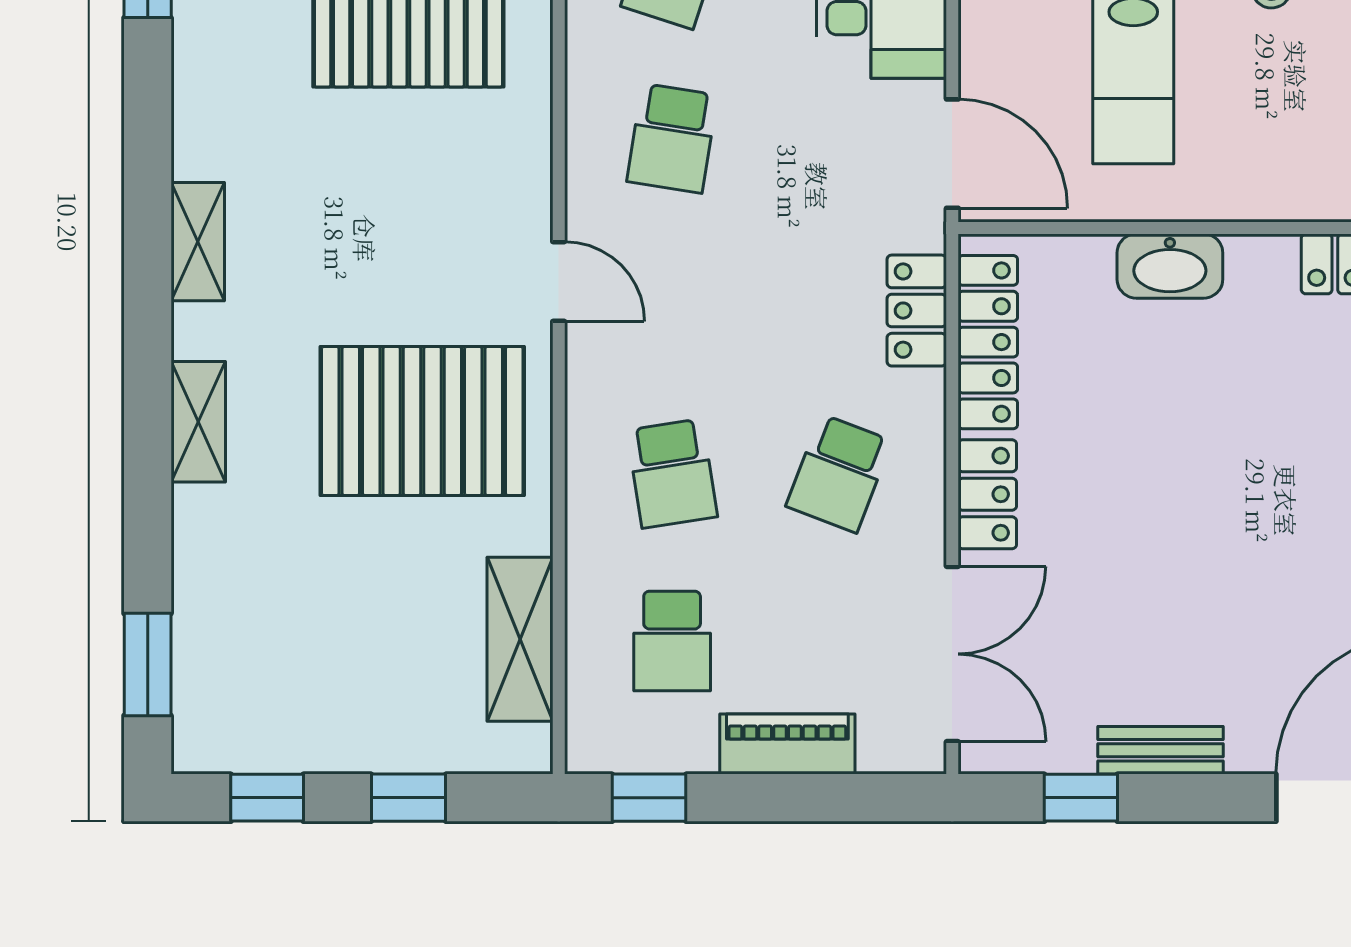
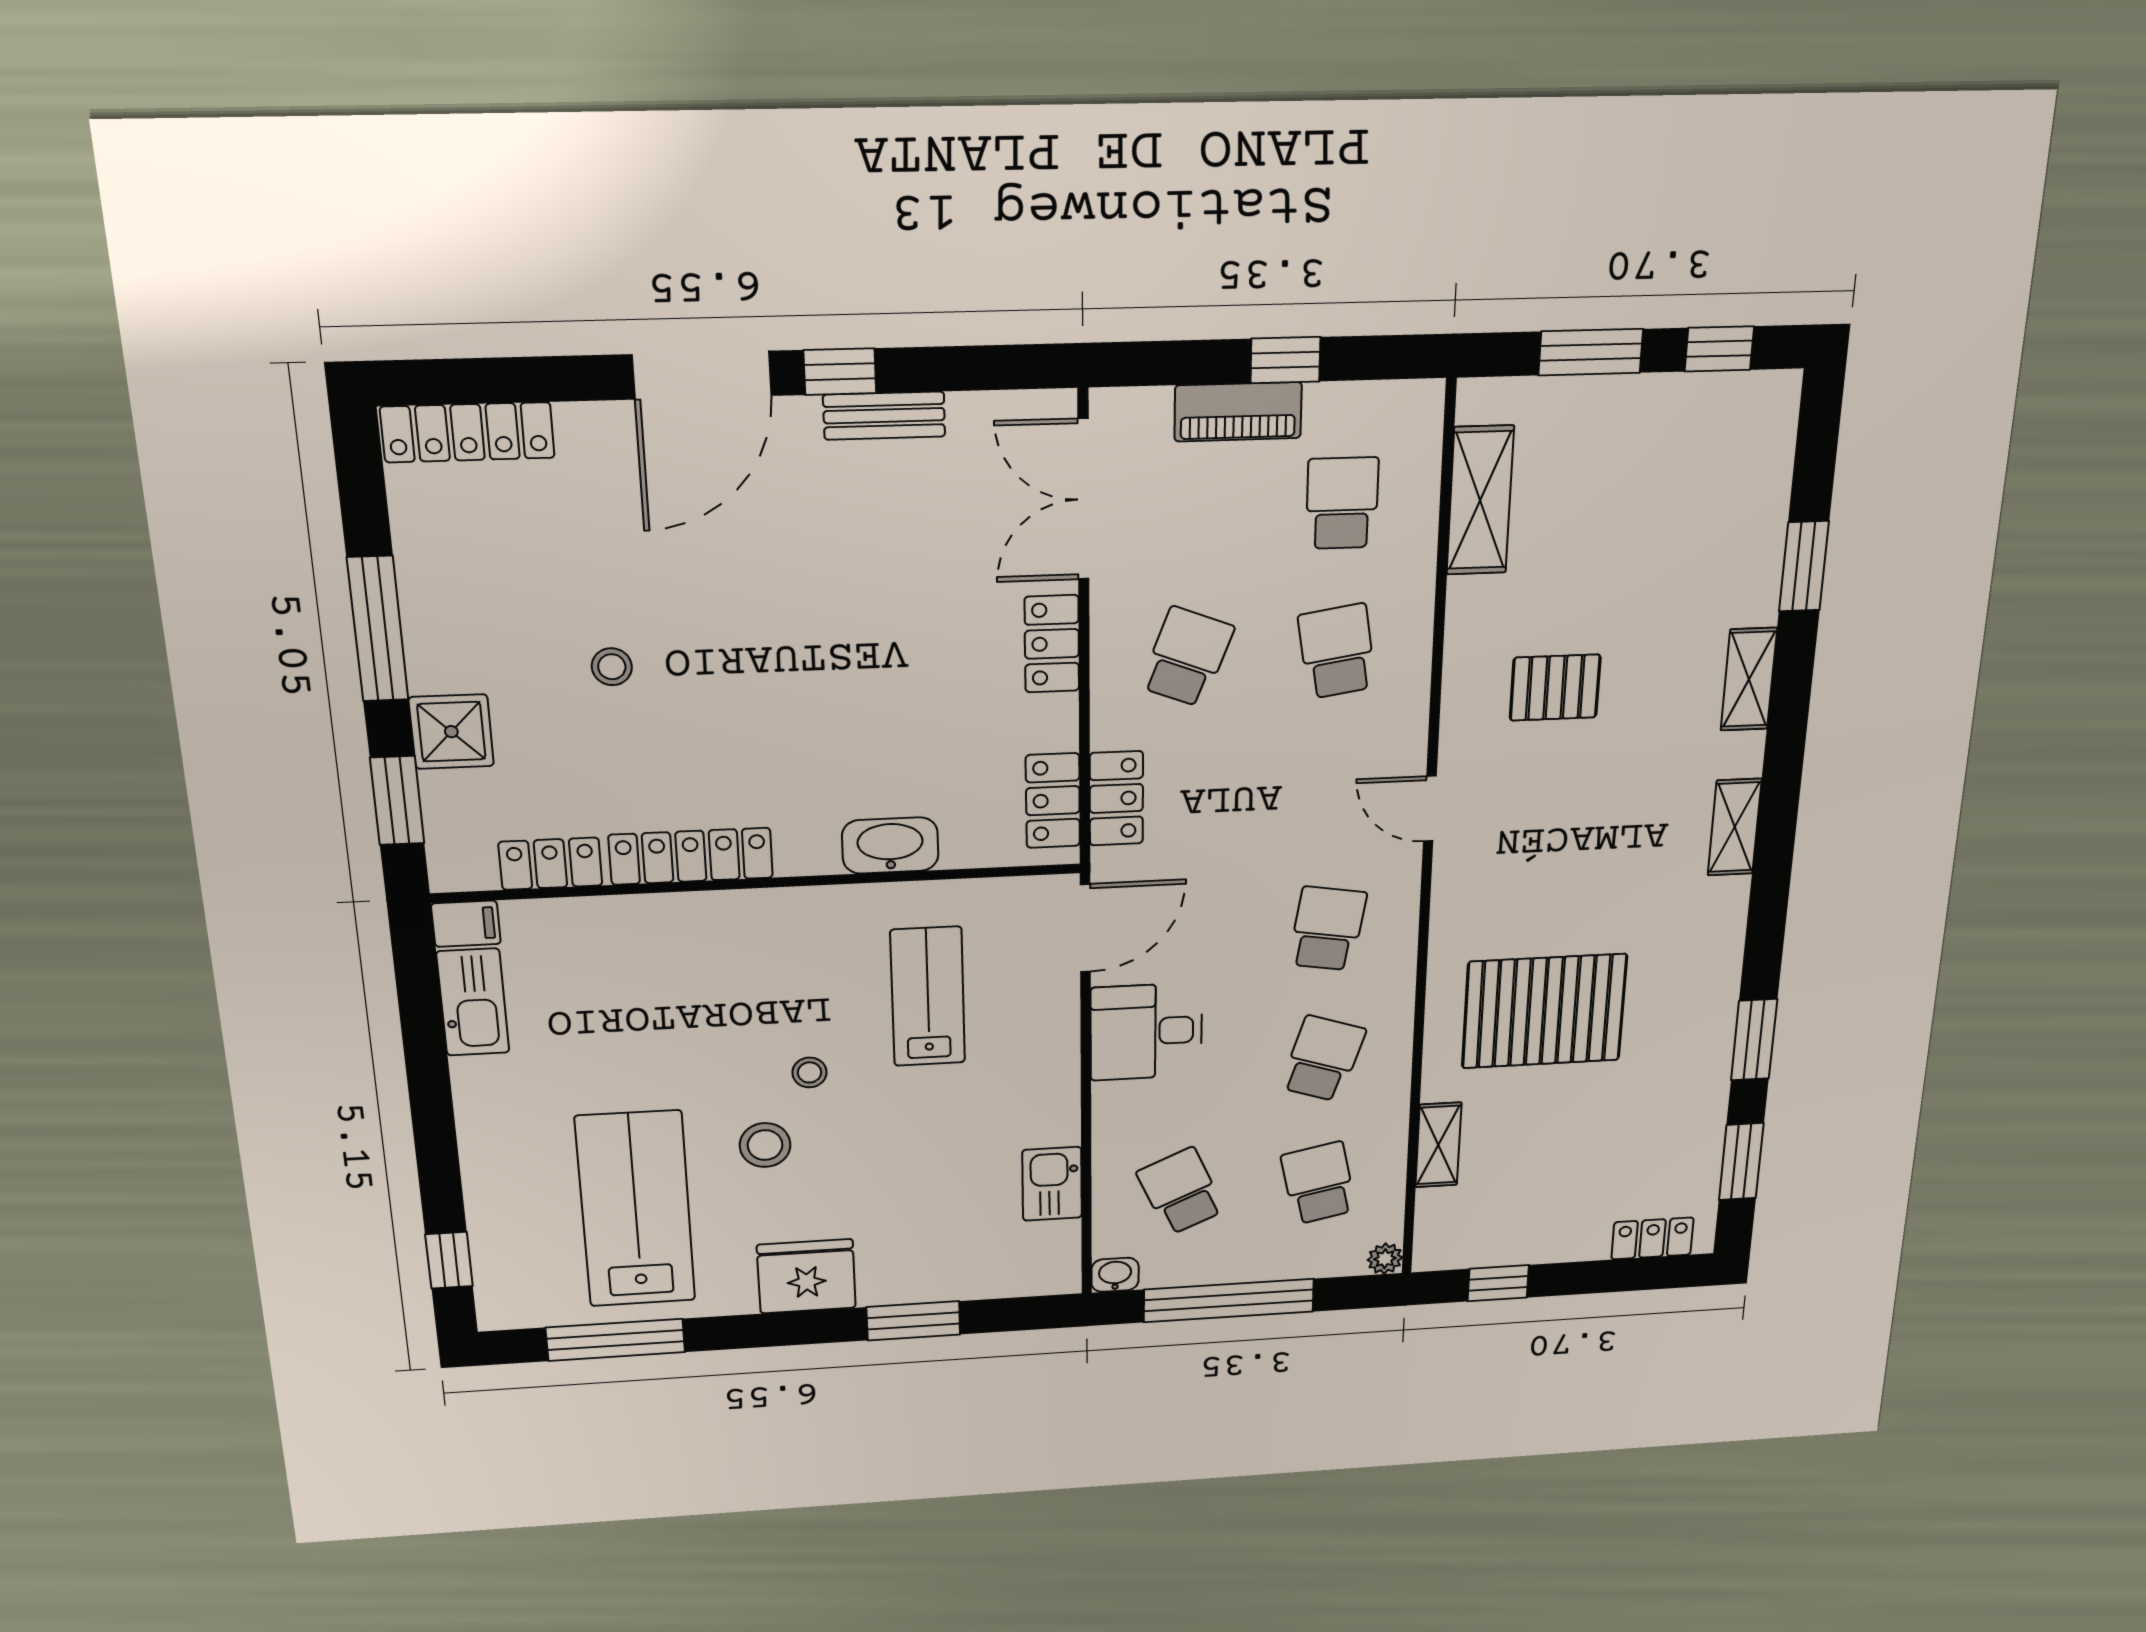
door: (952, 154) -> (1085, 928), swing flipped
locker: (988, 342) -> (1053, 801), width x0.66
pallet: (422, 421) -> (1555, 688), width x0.49, depth x0.50
window: (148, 664) -> (1804, 566), moved
window: (408, 798) -> (1591, 352), width x1.50
window: (649, 798) -> (1285, 360), moved
window: (1081, 798) -> (840, 372), moved

